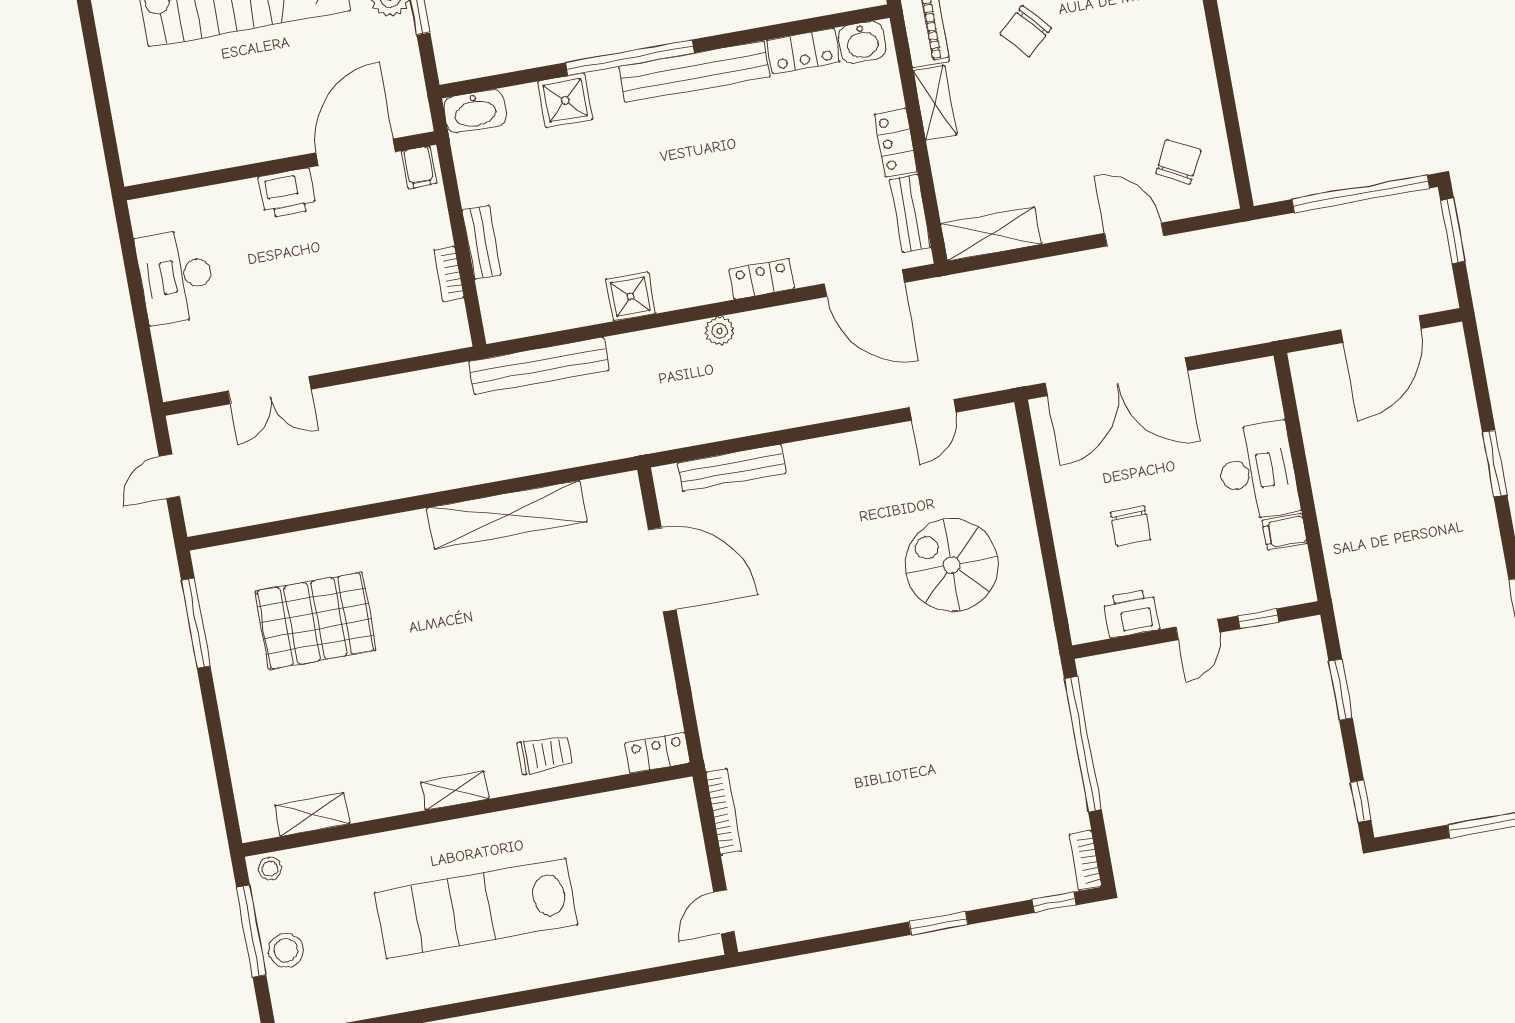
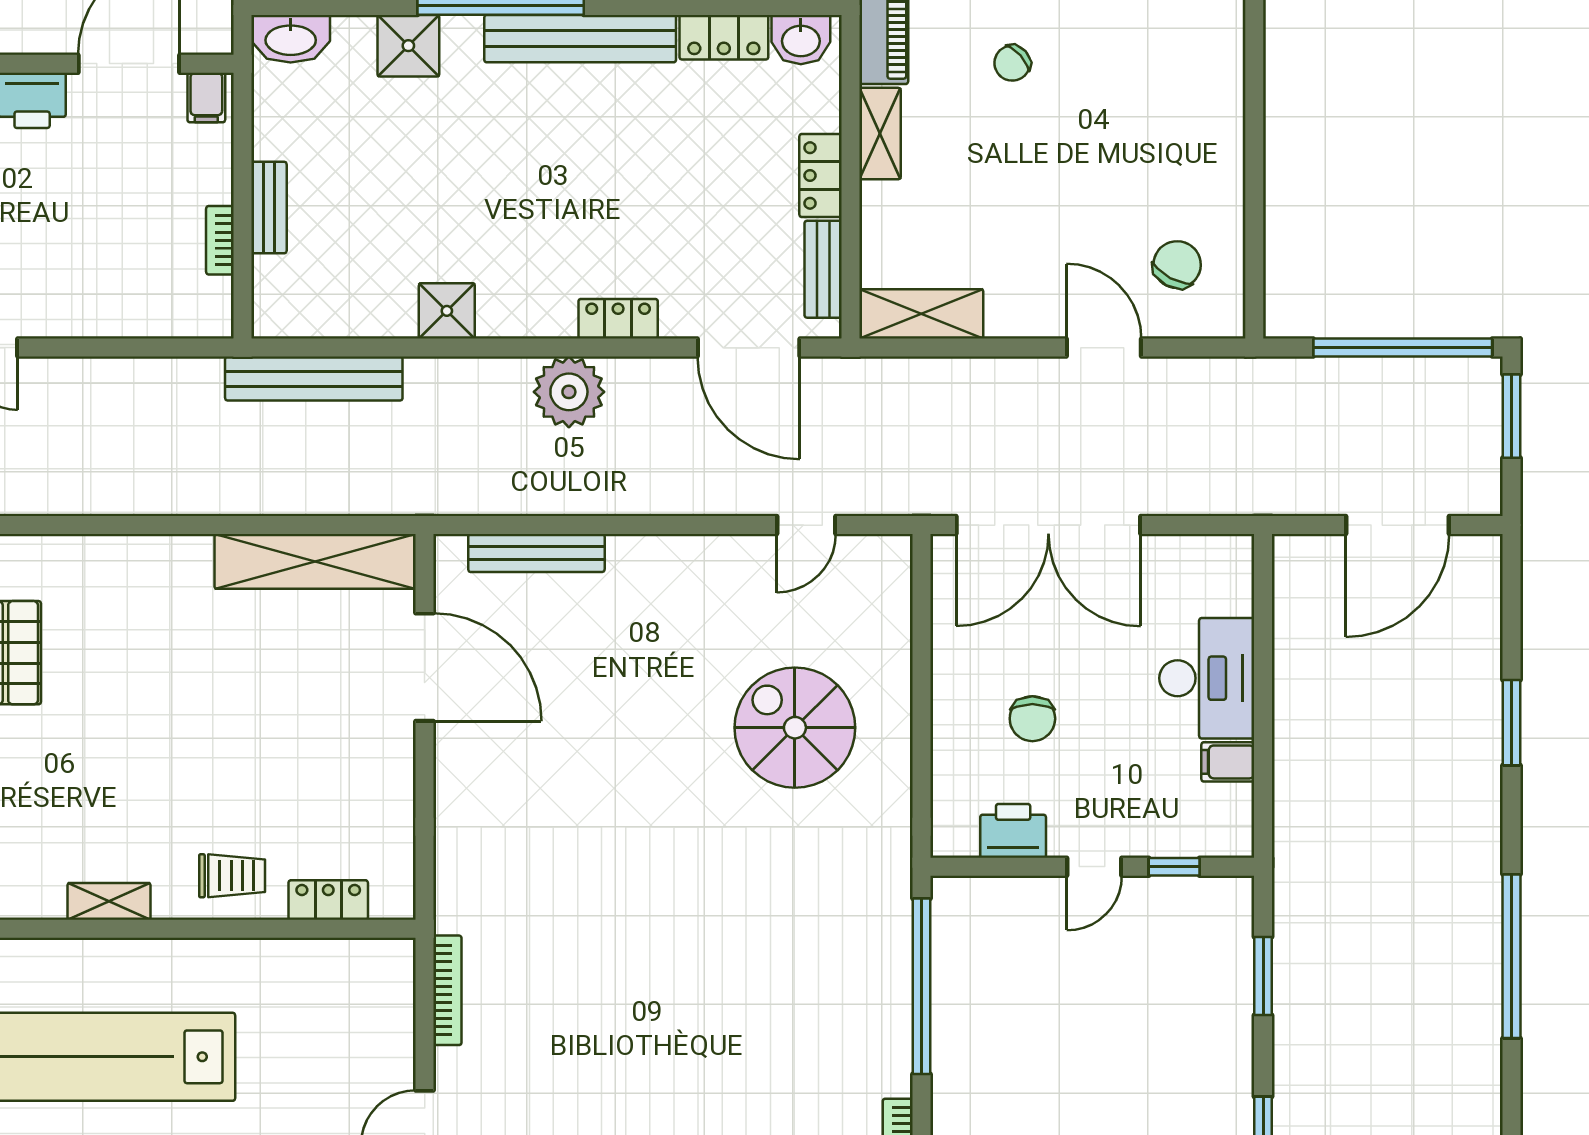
chair: (1026, 31) -> (1012, 63), width x0.73, depth x0.73
plant: (719, 331) -> (569, 392), width x1.88, depth x1.88
shelving: (507, 515) -> (315, 561), moved
locker: (657, 753) -> (328, 900), moved

